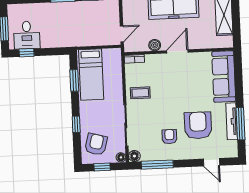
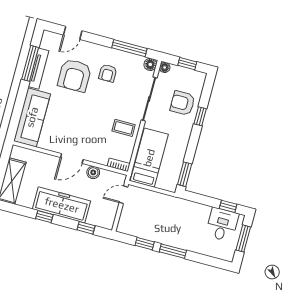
bed: (91, 75) -> (149, 158), moved
window: (74, 80) -> (185, 174), moved
armchair: (96, 144) -> (183, 103), moved, turned 75
door: (211, 162) -> (73, 33), swing flipped

